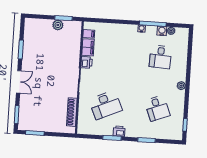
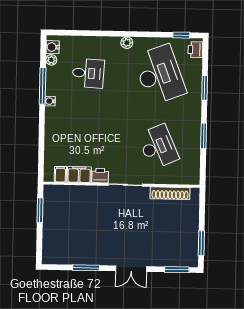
plant: (58, 25) -> (50, 218), removed
water cooler: (162, 31) -> (53, 47), moved
double door: (19, 82) -> (131, 269), swing flipped
desk: (157, 108) -> (160, 75), width x1.87, depth x1.30
printer: (119, 131) -> (195, 50), moved

